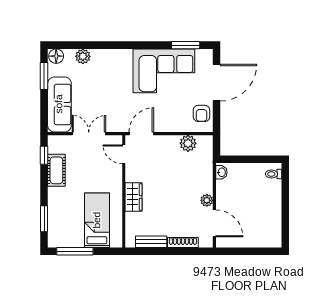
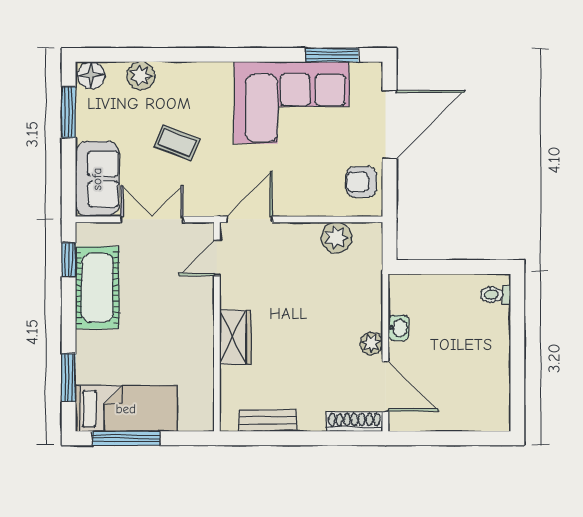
coffee table: (102, 92) -> (177, 143), added
sofa: (59, 104) -> (97, 179), width x0.73
armchair: (202, 113) -> (361, 182), turned 90
door: (124, 154) -> (217, 258), hinge flipped
cot: (56, 170) -> (97, 288), width x1.37, depth x1.34
washbasin: (221, 172) -> (398, 328), moved
bed: (97, 220) -> (126, 409), moved, turned 90
shoe rack: (183, 242) -> (354, 422), moved

